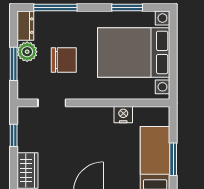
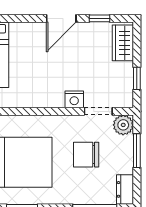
plant: (27, 52) -> (123, 125), moved
nightstand: (123, 115) -> (74, 99), moved

